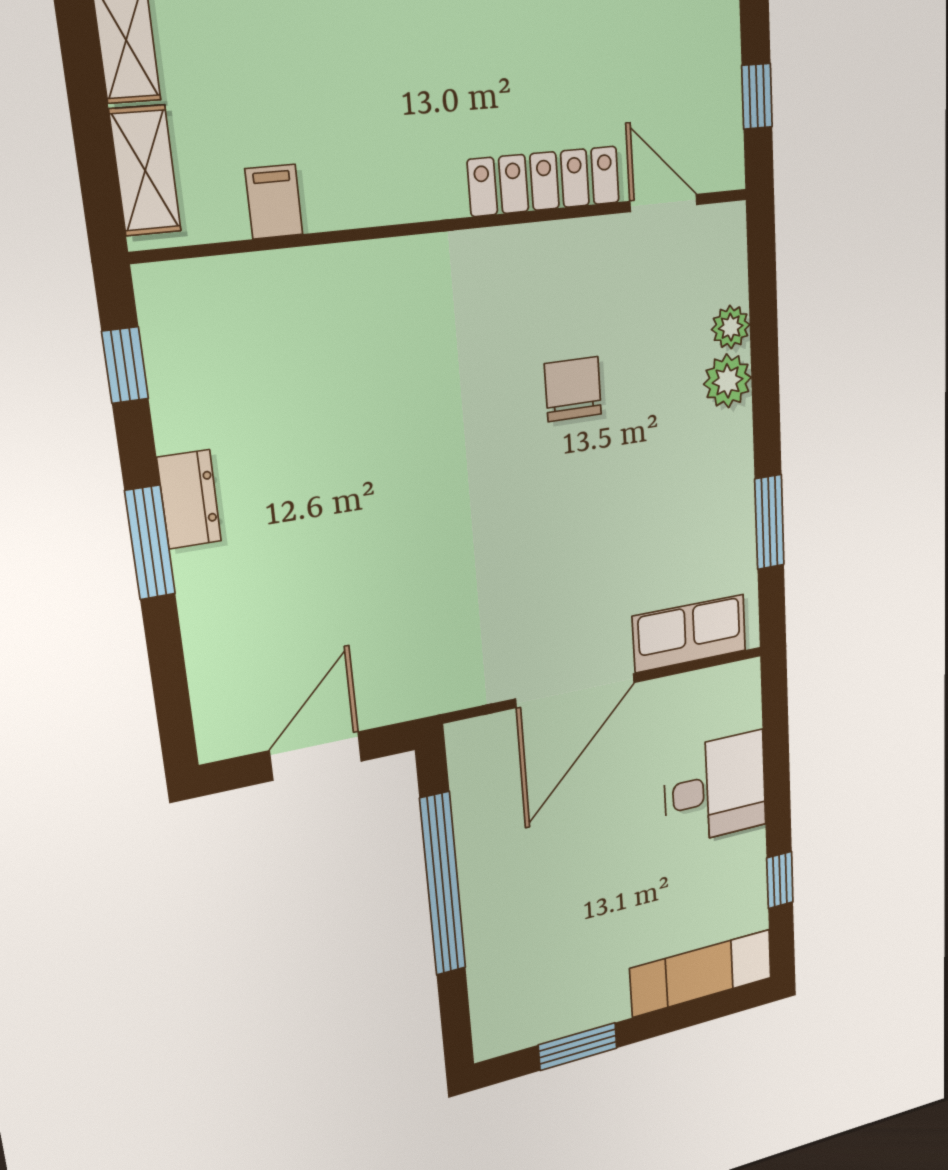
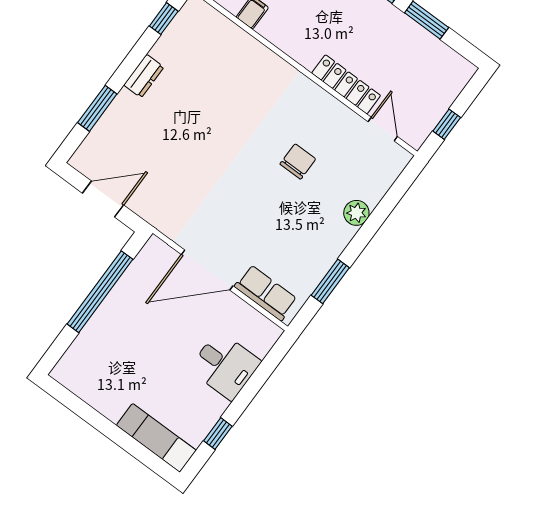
plant: (731, 327) -> (373, 195), removed
window: (150, 543) -> (97, 108), moved
window: (578, 1047) -> (87, 413), removed

